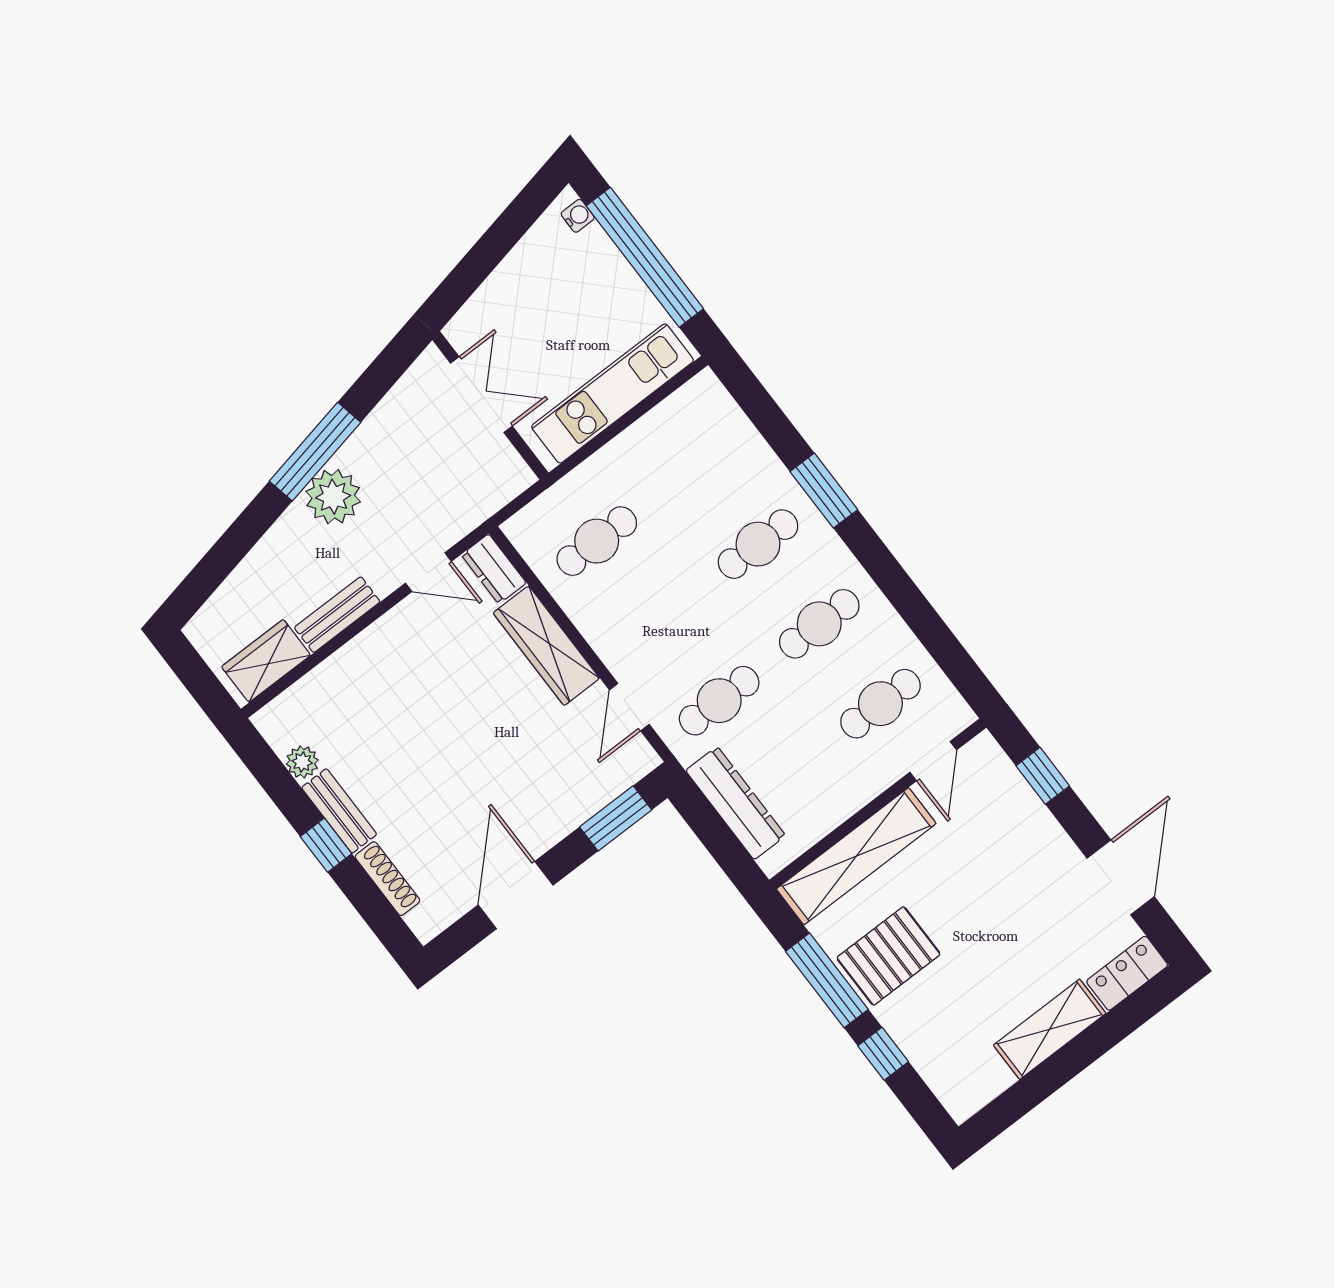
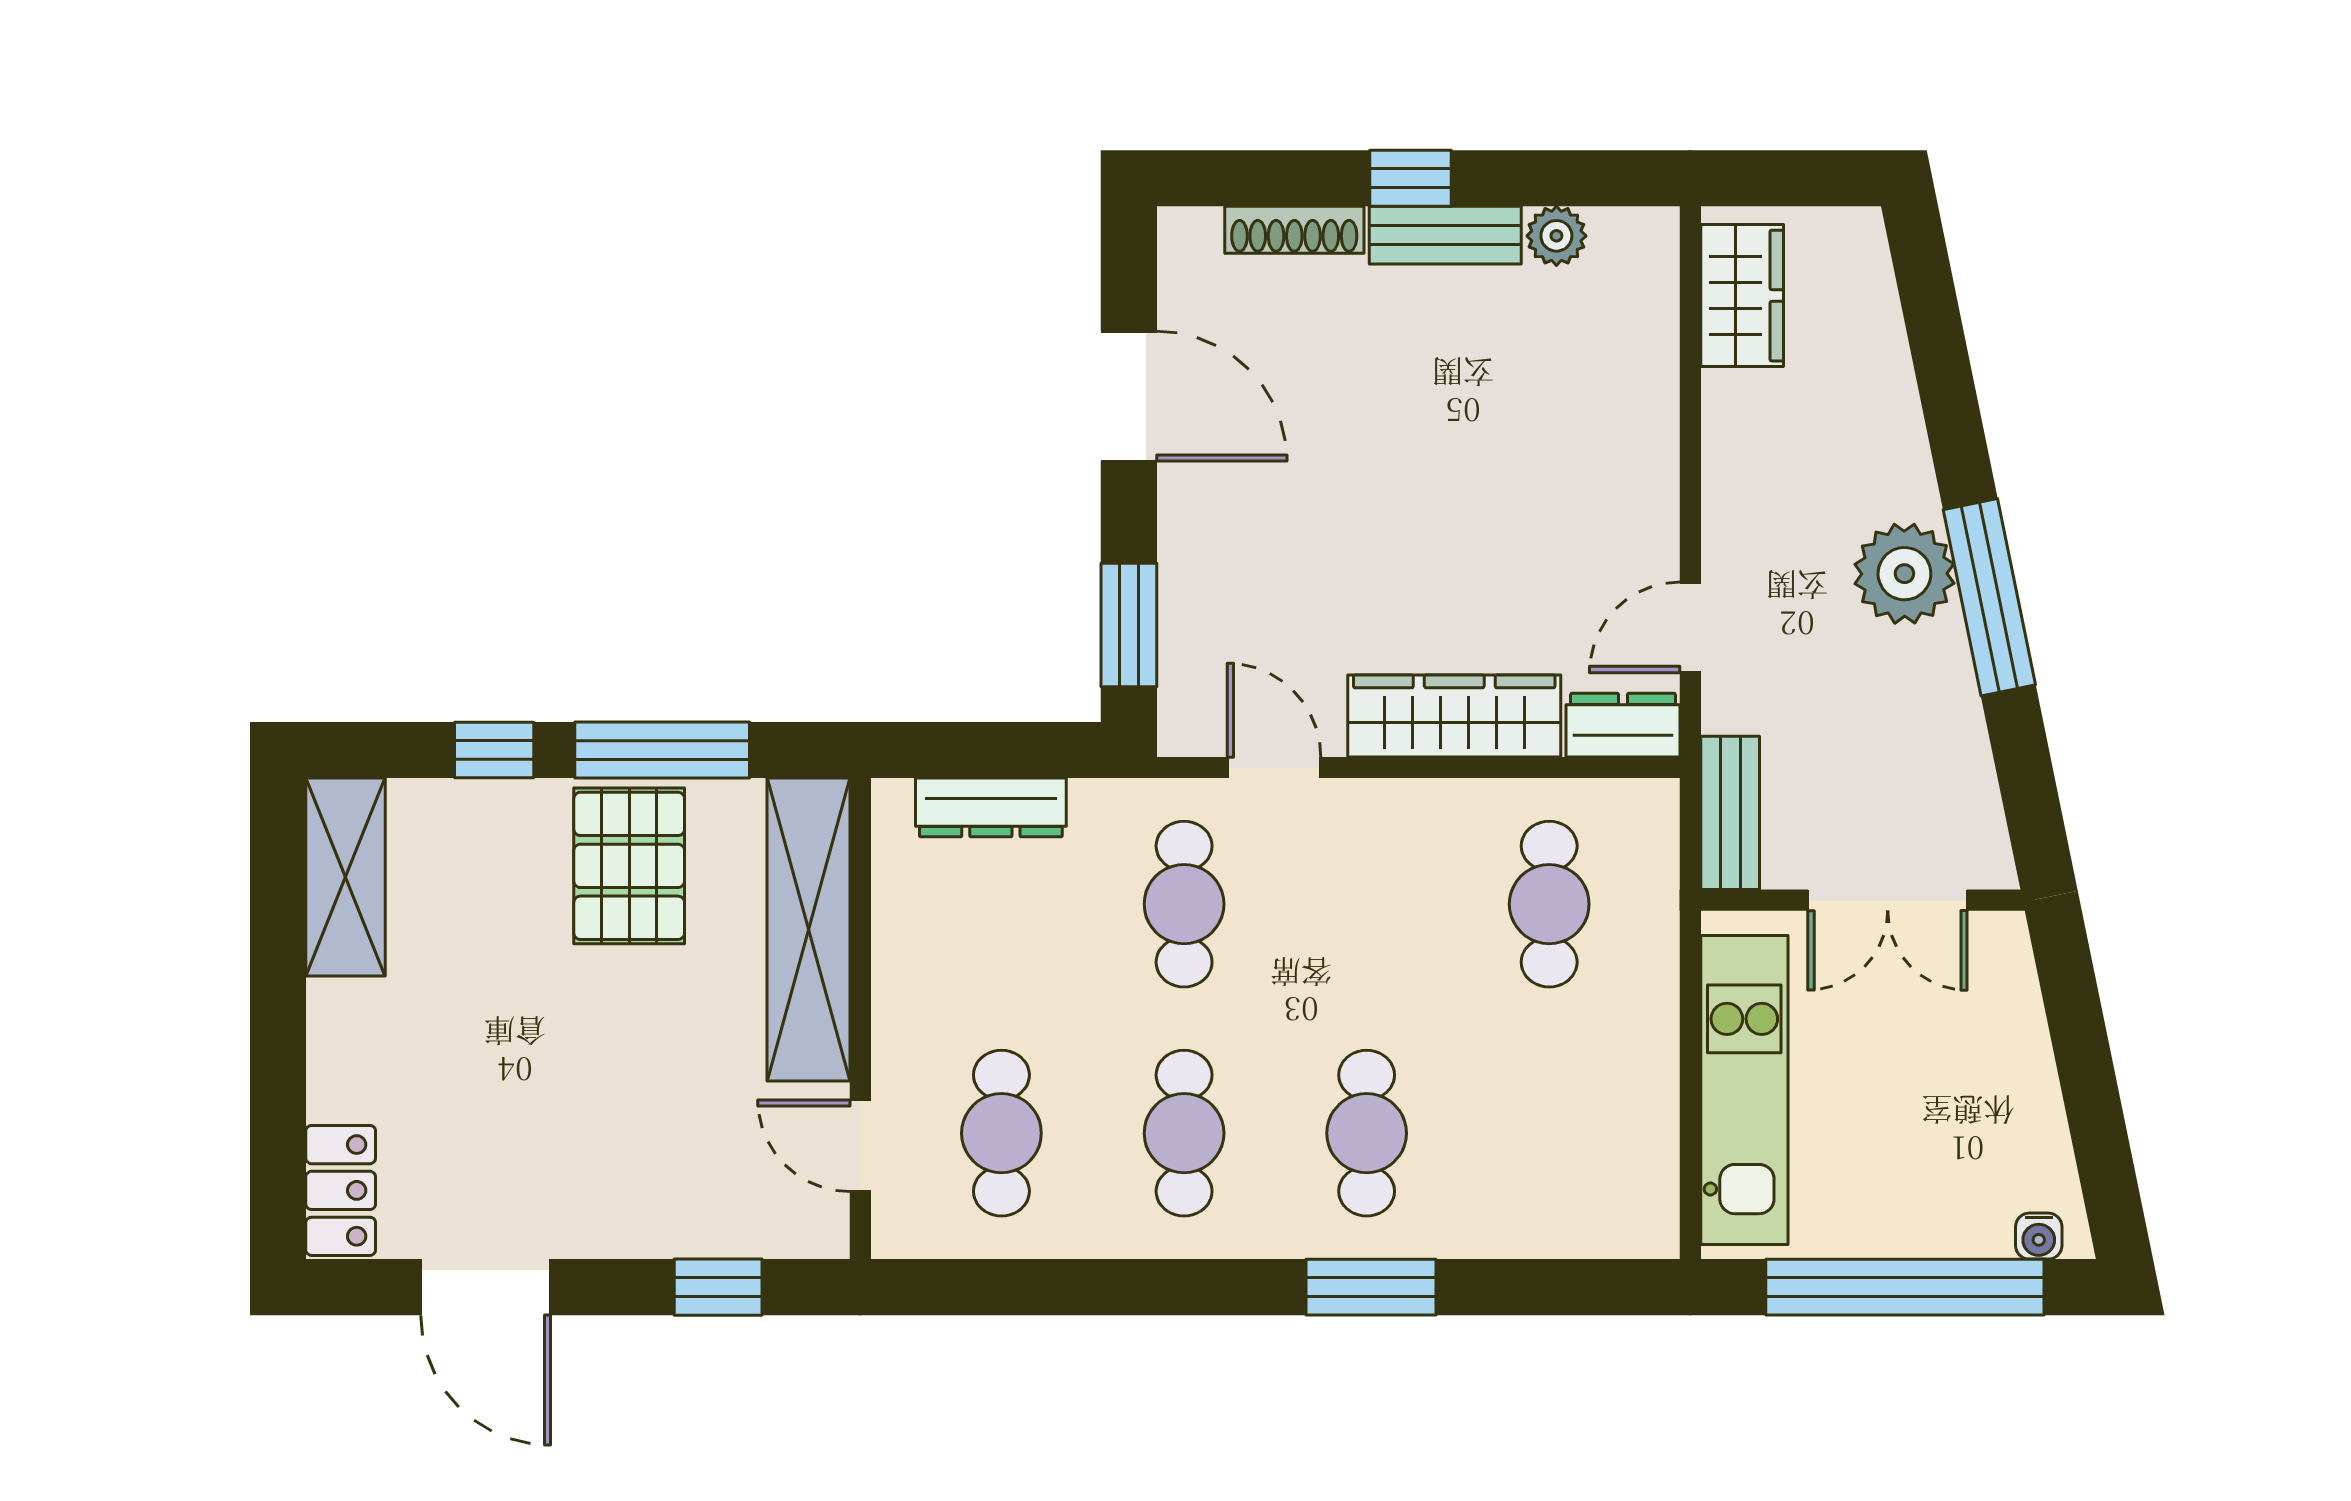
bench: (337, 615) -> (1730, 813), moved
dresser: (736, 803) -> (991, 807), width x0.73, depth x0.80
shelving: (1050, 1029) -> (346, 877), moved

